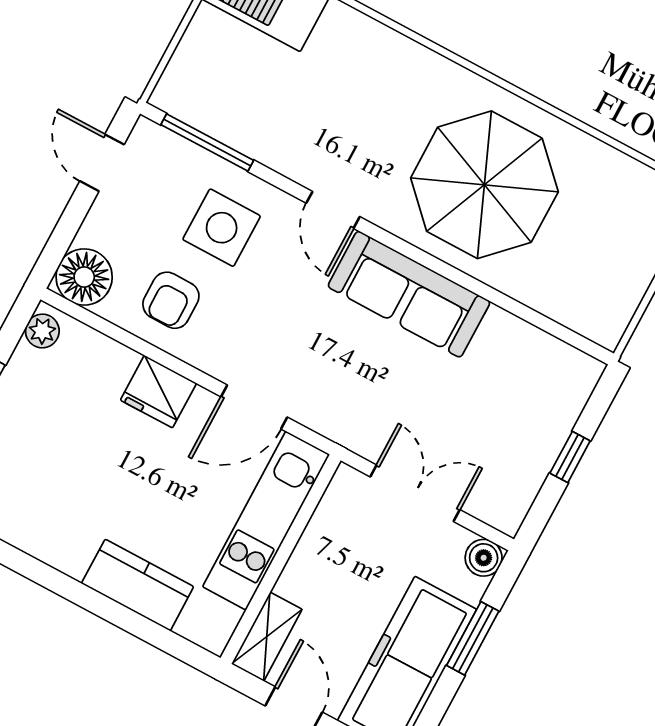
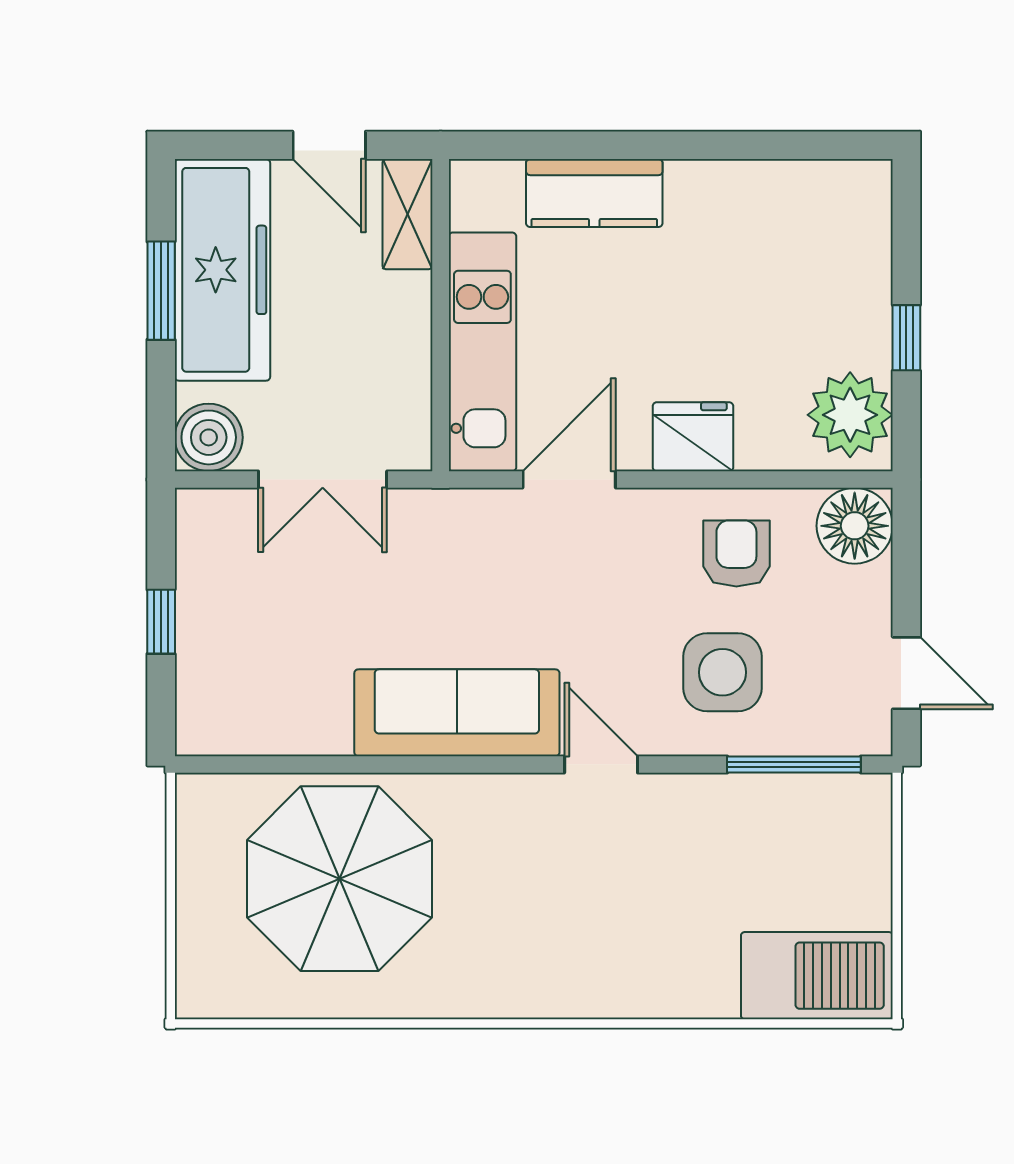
parasol: (484, 185) -> (339, 879), moved
plant: (42, 331) -> (850, 415), width x1.87, depth x1.87
boiler: (484, 558) -> (209, 437), width x1.36, depth x1.36
window: (473, 638) -> (161, 291), moved

